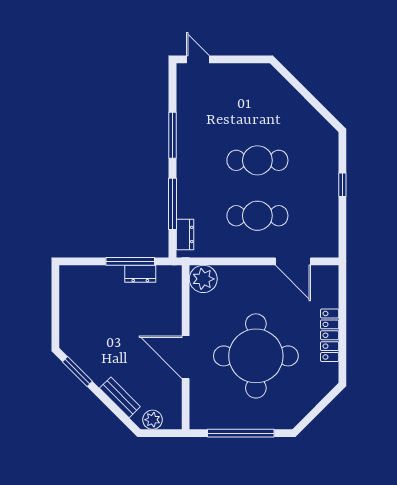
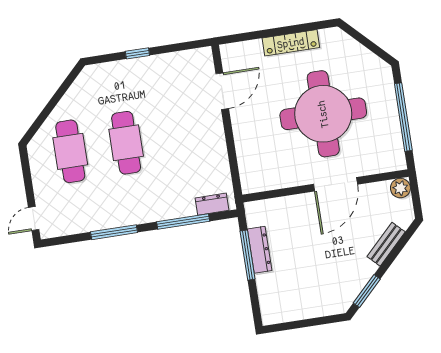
cafe table: (257, 216) -> (70, 151), moved
dresser: (140, 274) -> (260, 250), width x1.44
plant: (203, 279) -> (254, 179), removed
plant: (152, 420) -> (400, 188), moved

